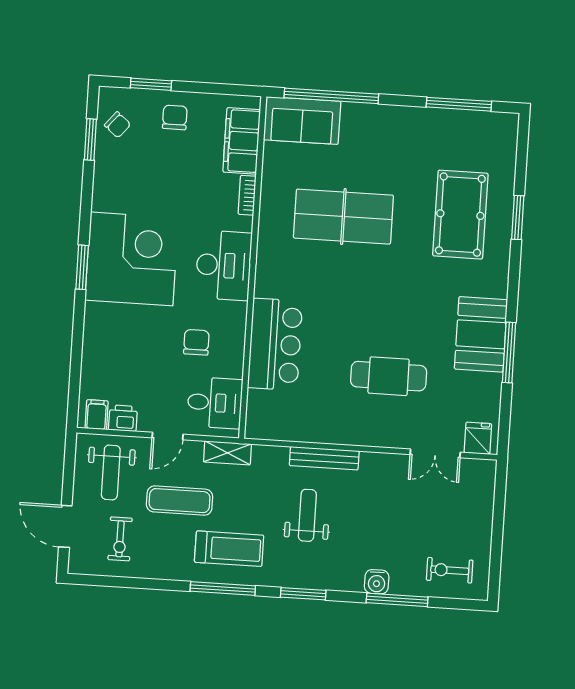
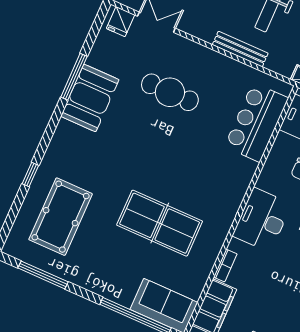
pool table: (460, 215) -> (61, 217), moved
window: (518, 218) -> (30, 175), width x0.67
bar counter: (275, 344) -> (256, 122), moved

